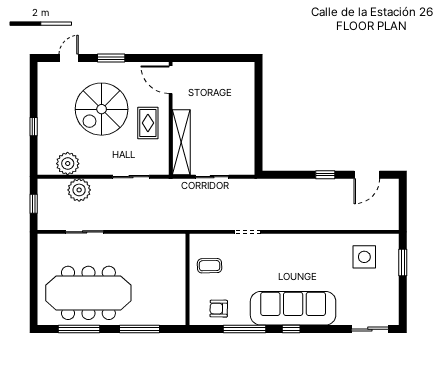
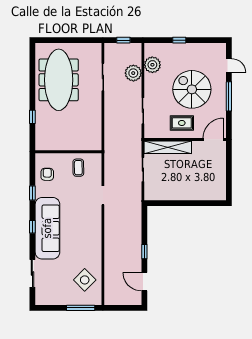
window: (111, 58) -> (229, 96), width x1.44
side table: (364, 257) -> (85, 280), turned 45
window: (403, 262) -> (81, 308), width x1.44
window: (79, 329) -> (32, 73), removed
window: (139, 329) -> (32, 117), width x0.46
window: (245, 329) -> (32, 193), width x0.46
sliding door: (370, 329) -> (32, 273), moved

